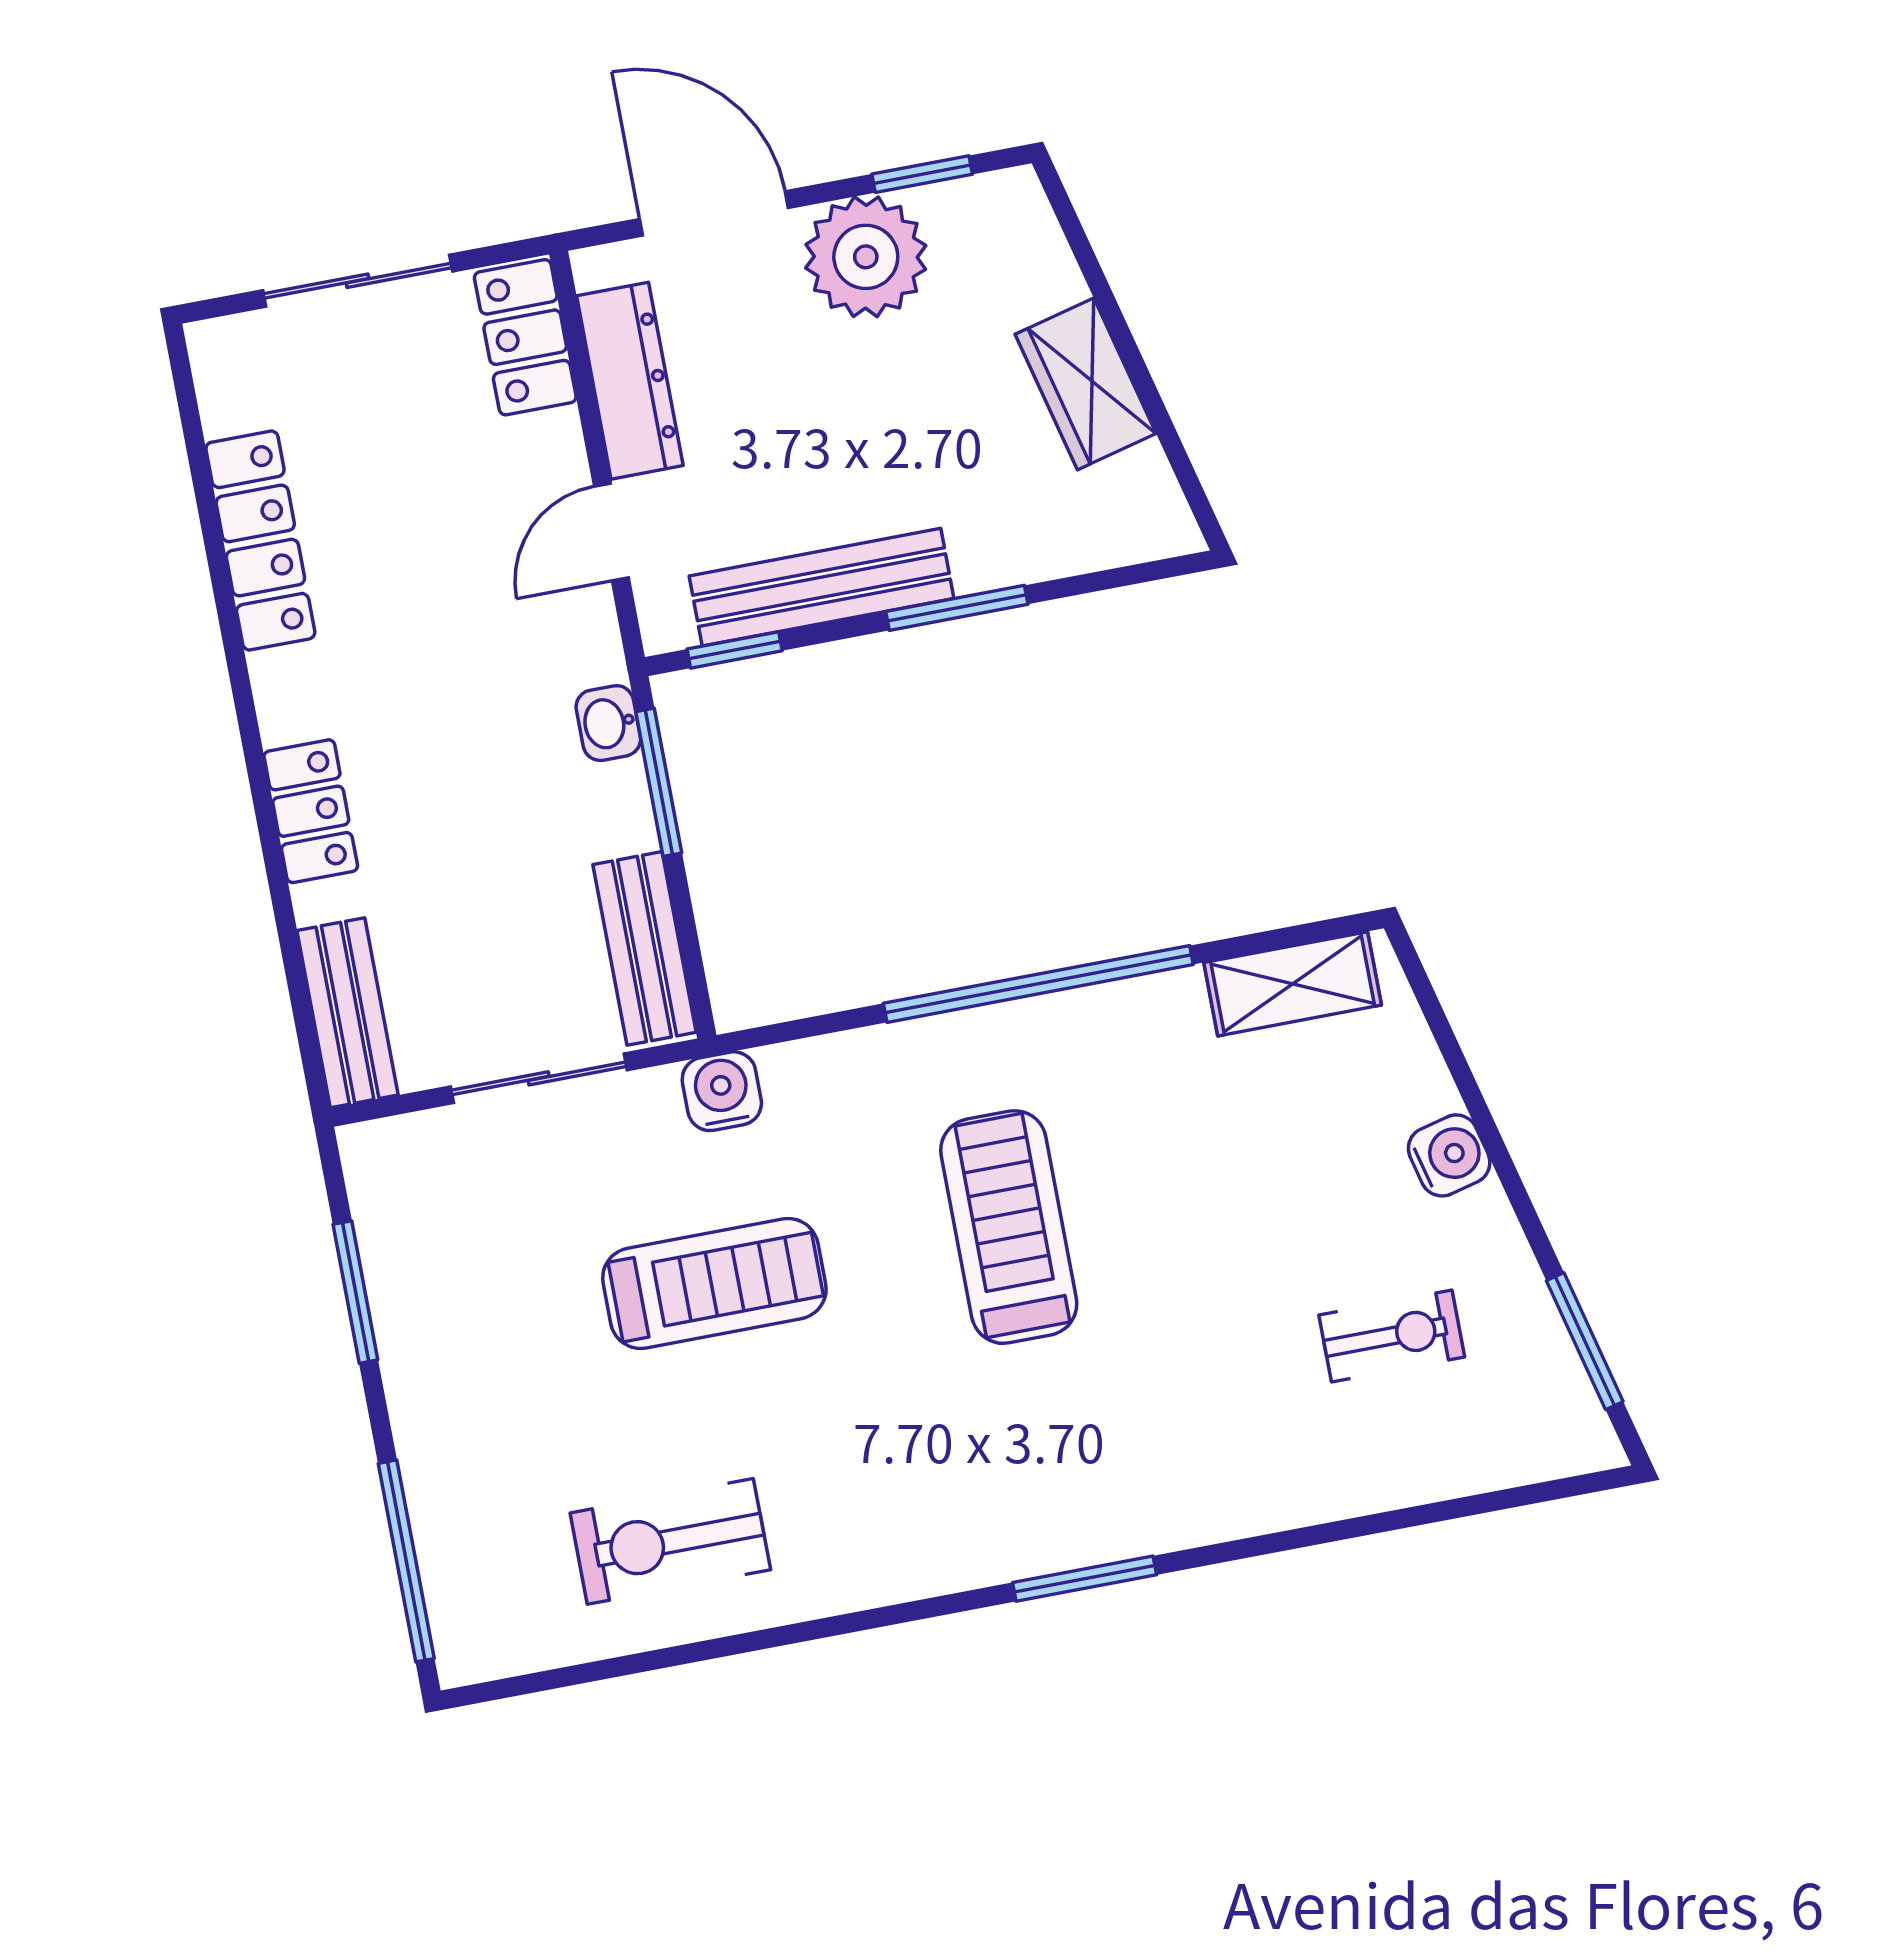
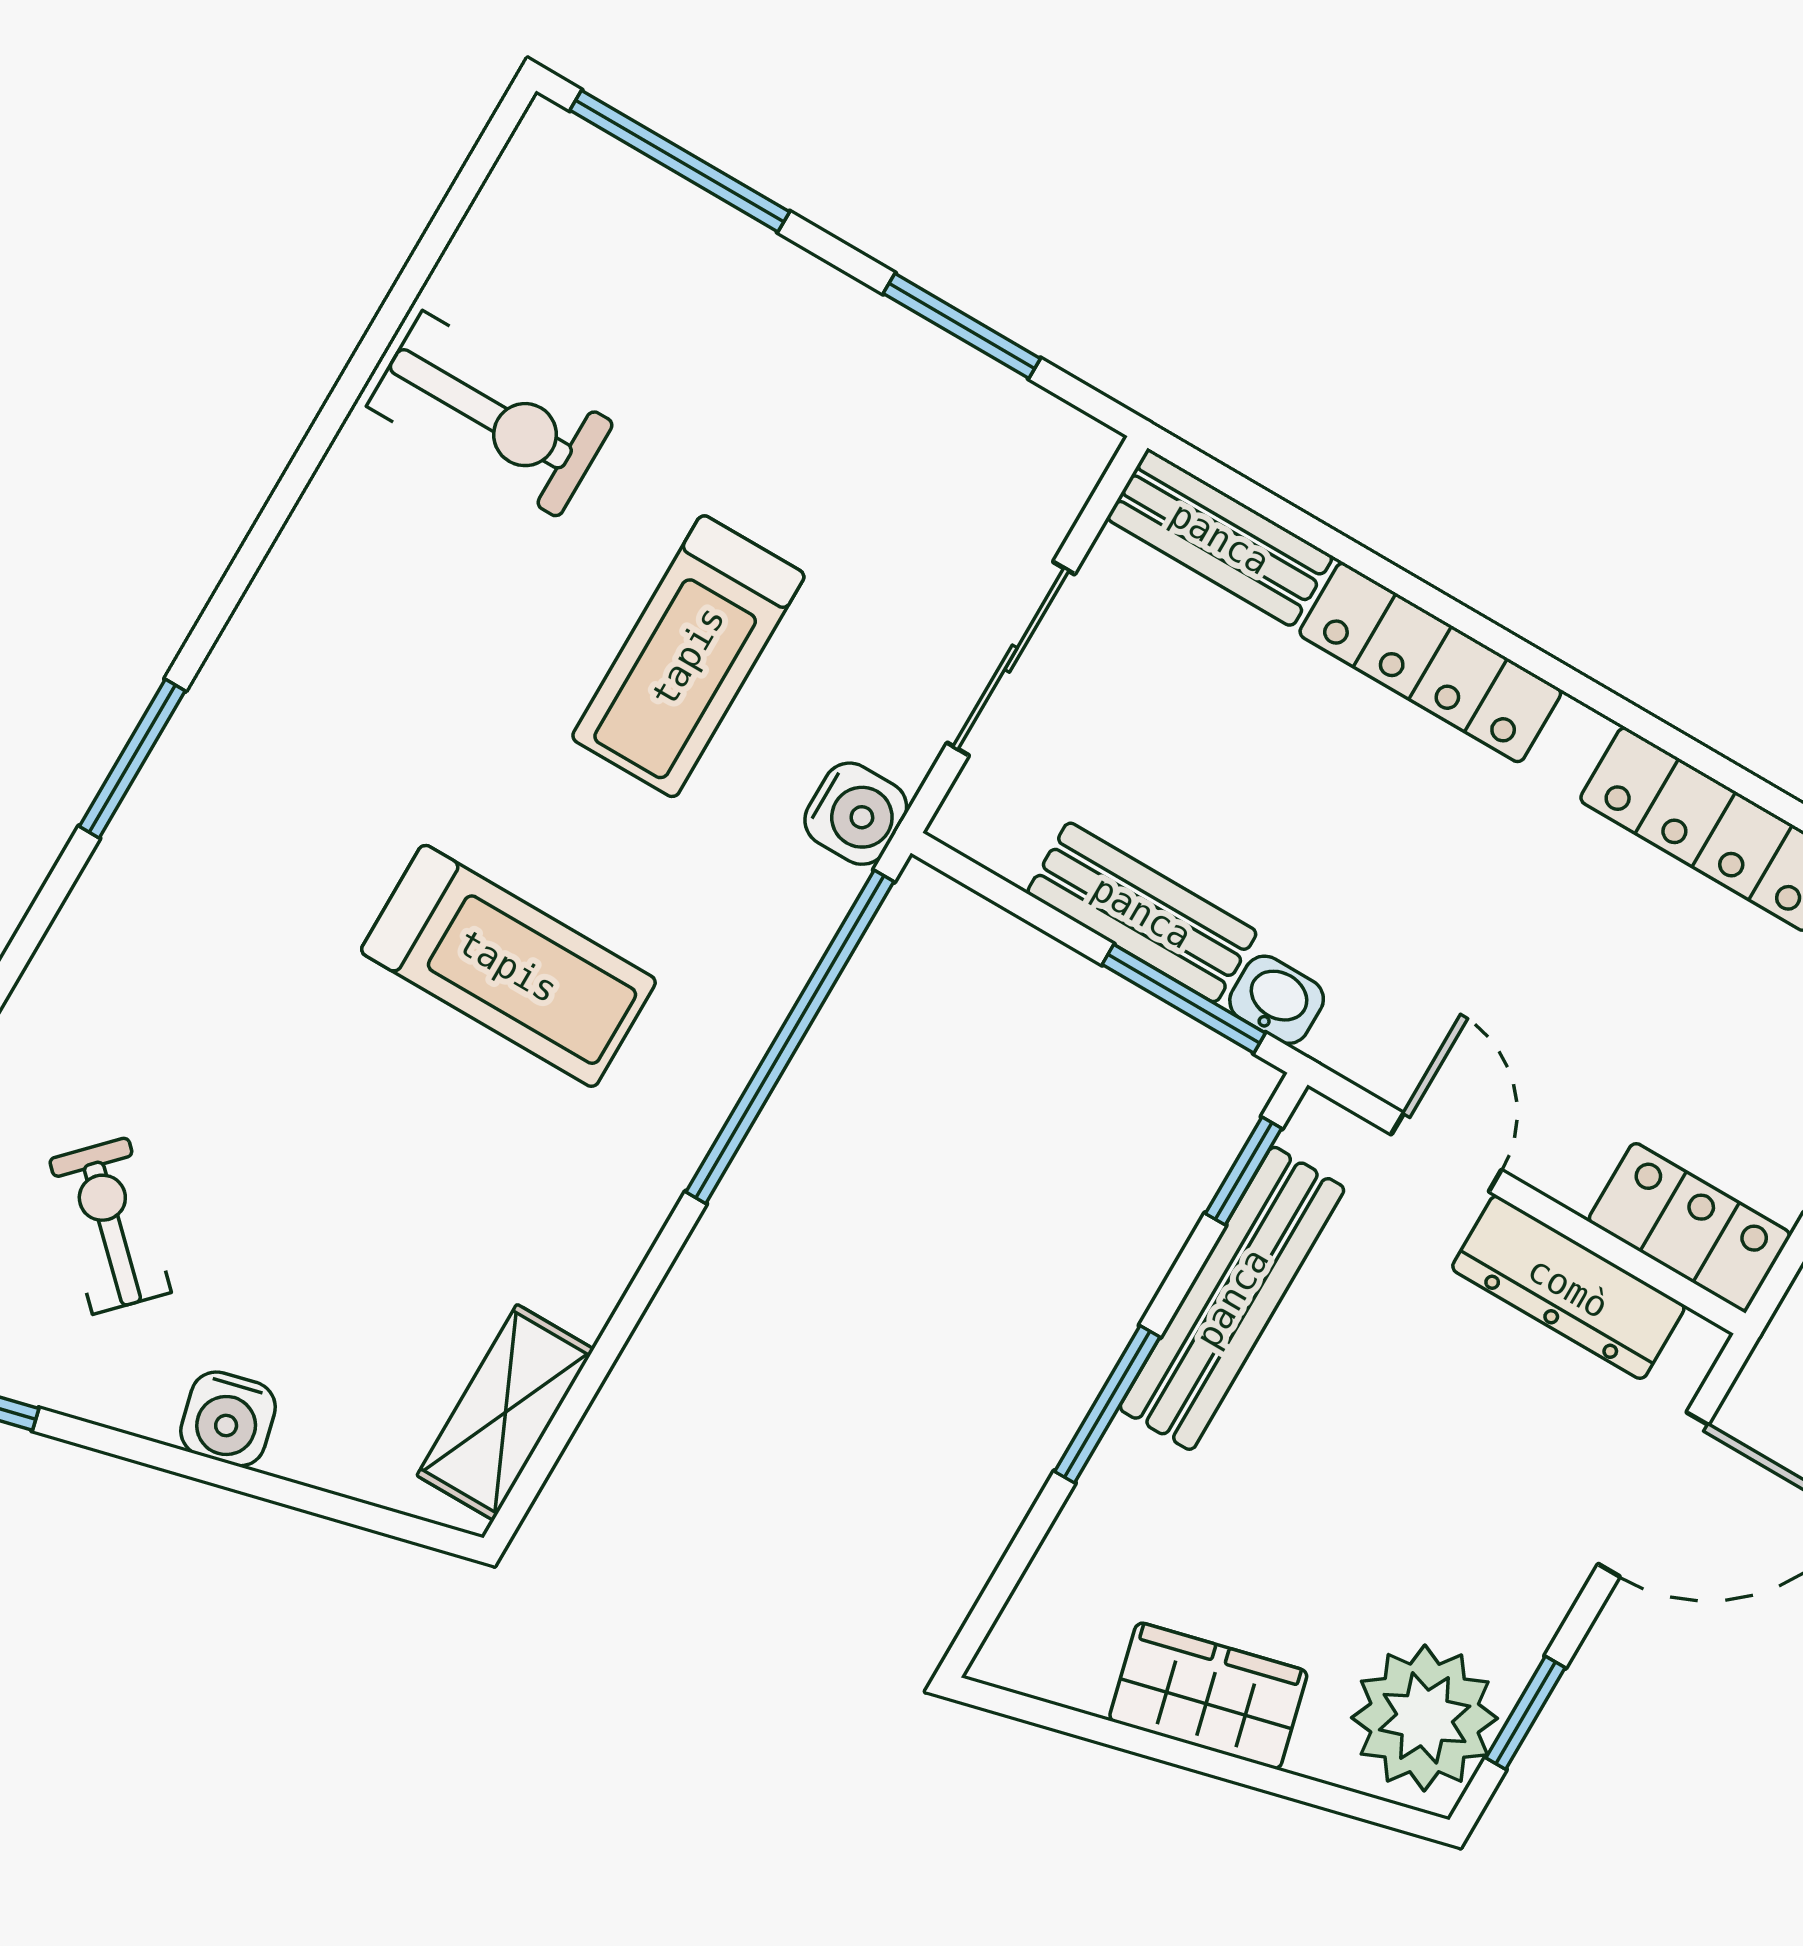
plant: (866, 257) -> (1425, 1718), moved
locker: (311, 811) -> (1430, 662), width x1.53
bench: (644, 948) -> (1142, 912), moved
window: (1038, 984) -> (790, 1037), moved
exercise bike: (1392, 1336) -> (110, 1226), turned 134
exercise bike: (670, 1541) -> (490, 414), turned 90

